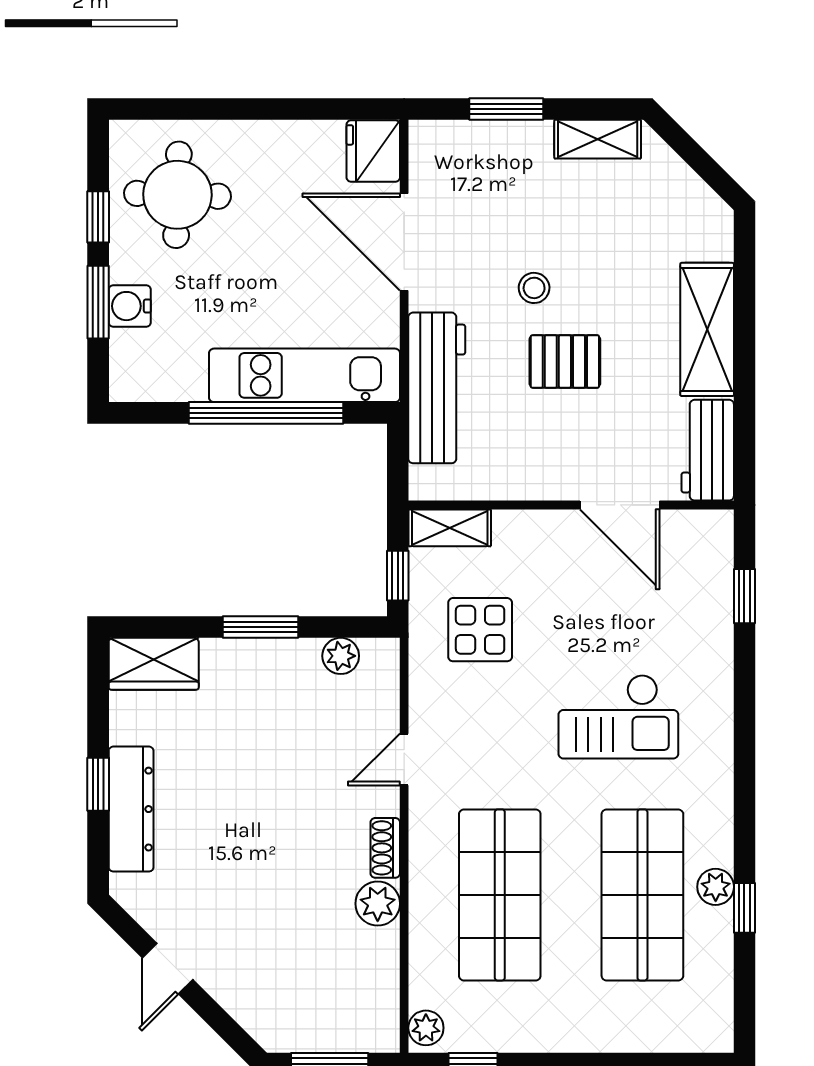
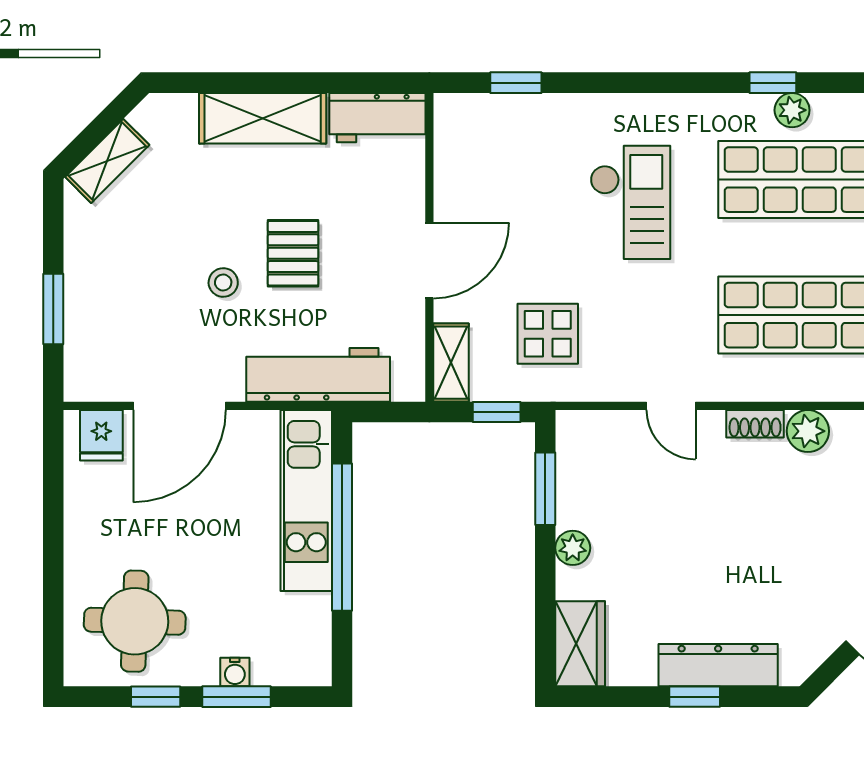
shelving: (598, 139) -> (107, 161), moved, turned 45
fridge: (373, 151) -> (101, 435), width x0.72
water cooler: (130, 306) -> (235, 672), width x0.72, depth x0.72
door: (620, 505) -> (429, 261), moved
window: (261, 627) -> (545, 489), moved
plant: (341, 656) -> (573, 548), moved
window: (744, 908) -> (773, 83), moved

